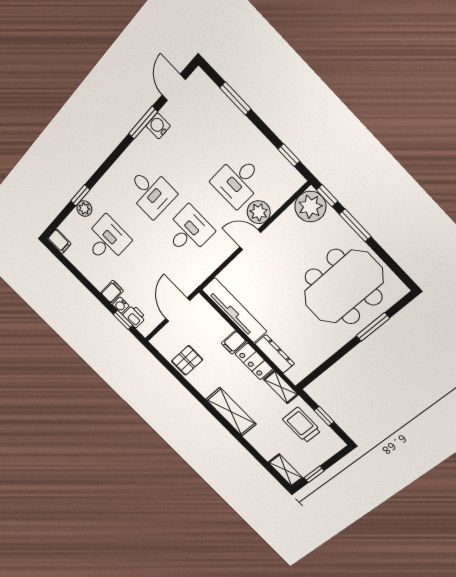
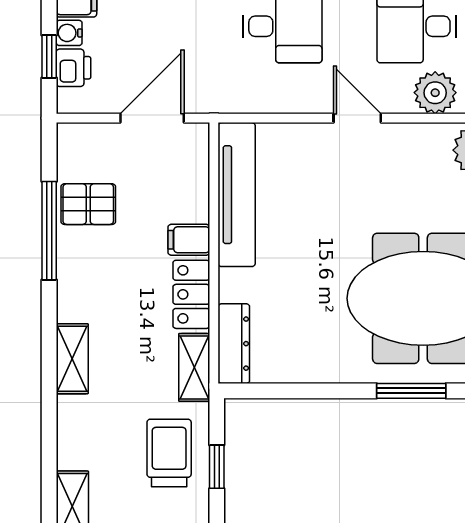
plant: (259, 212) -> (435, 93), moved
dresser: (275, 354) -> (234, 344), moved
window: (184, 381) -> (49, 231), added
shelving: (231, 412) -> (72, 359), width x0.67, depth x0.75

